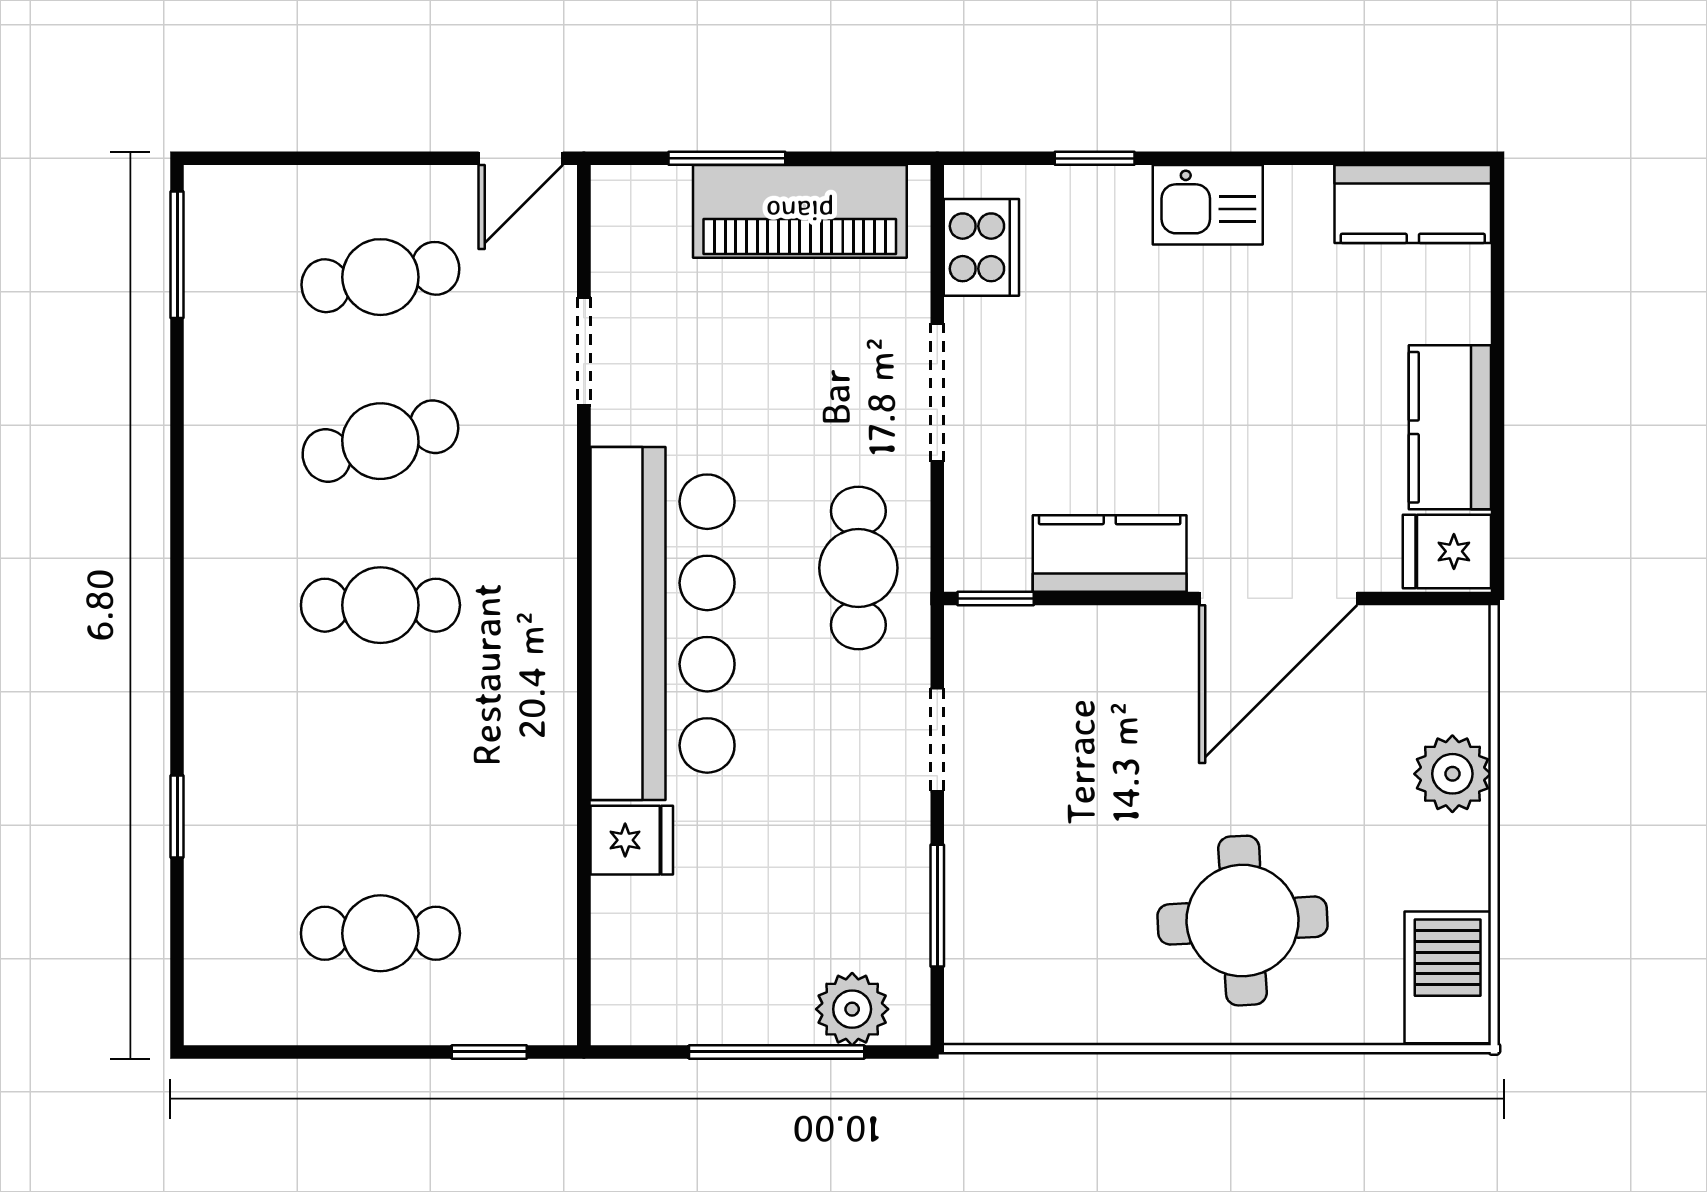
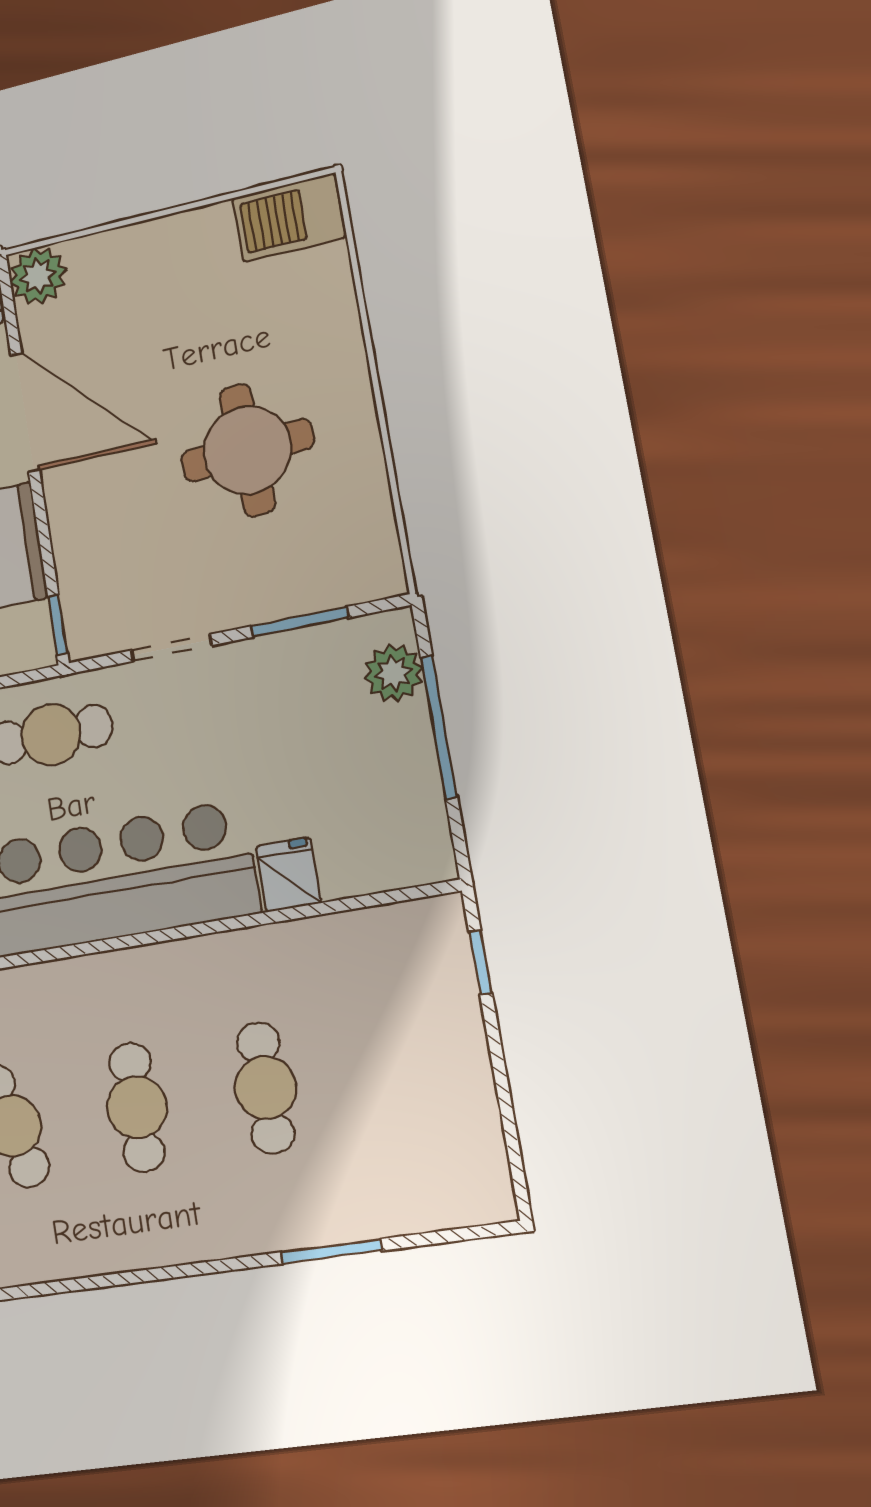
plant: (1452, 774) -> (38, 276), moved
window: (177, 816) -> (331, 1251), width x1.50
round table: (1243, 921) -> (247, 450), moved
cafe table: (380, 933) -> (266, 1088), moved

